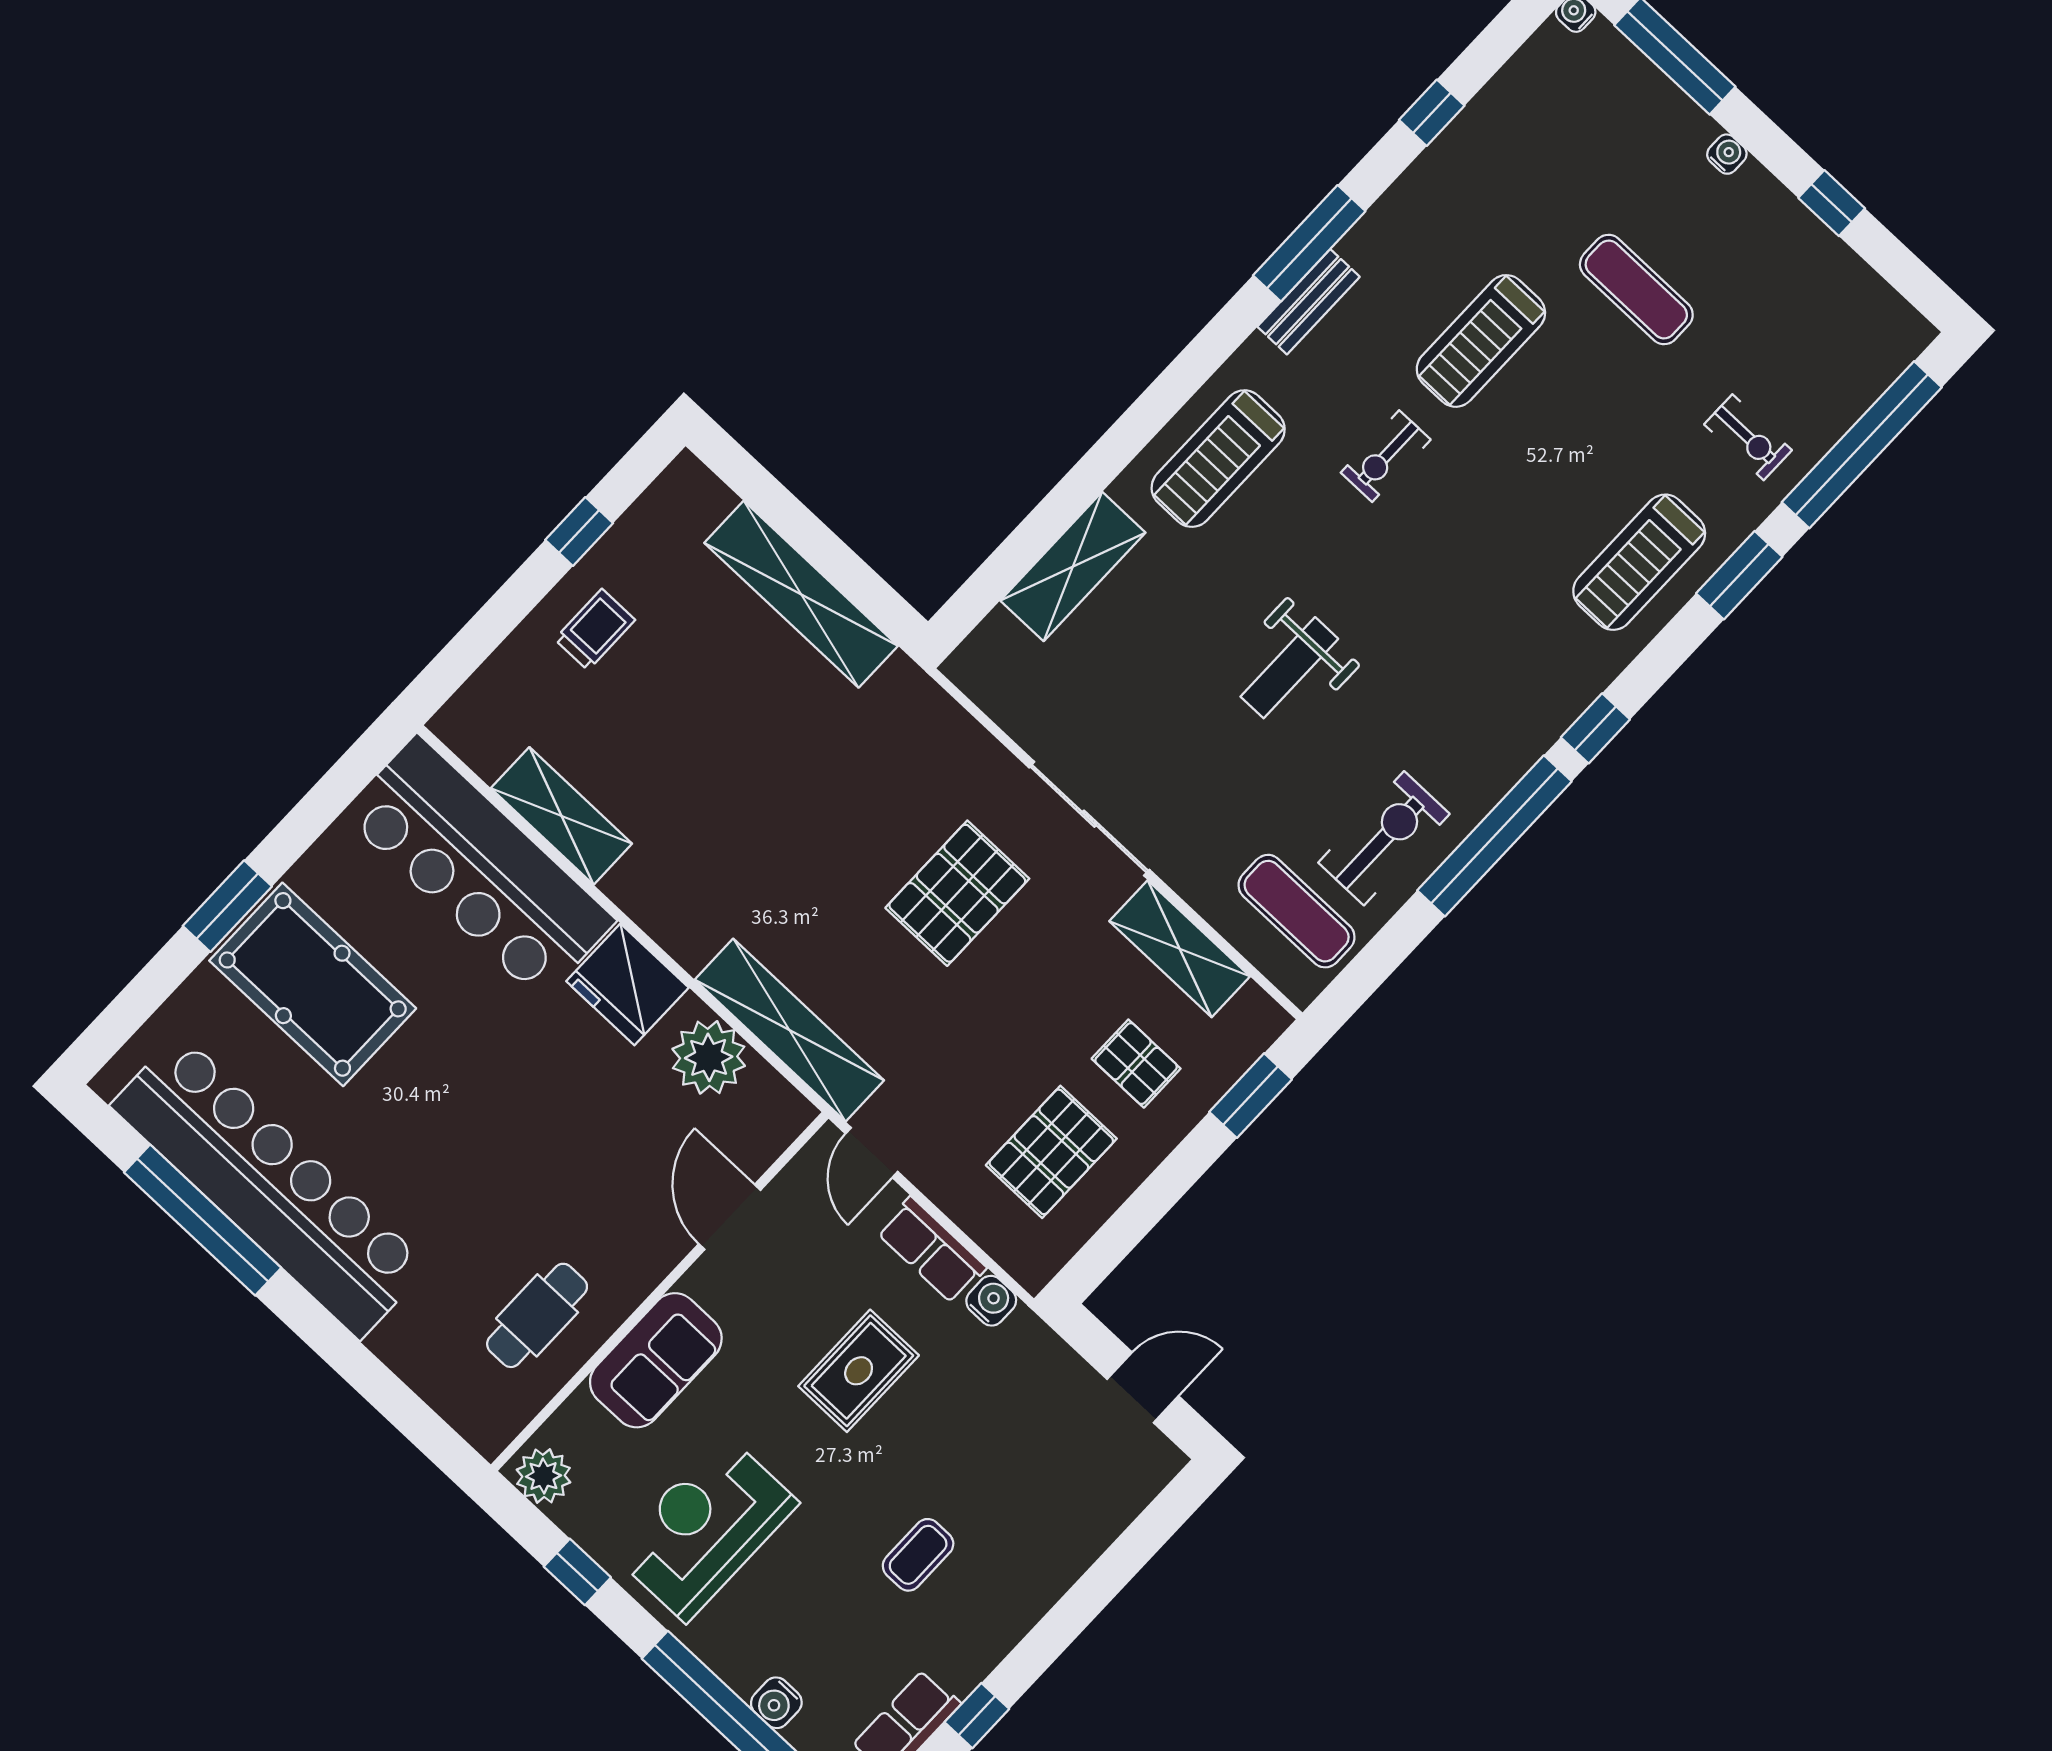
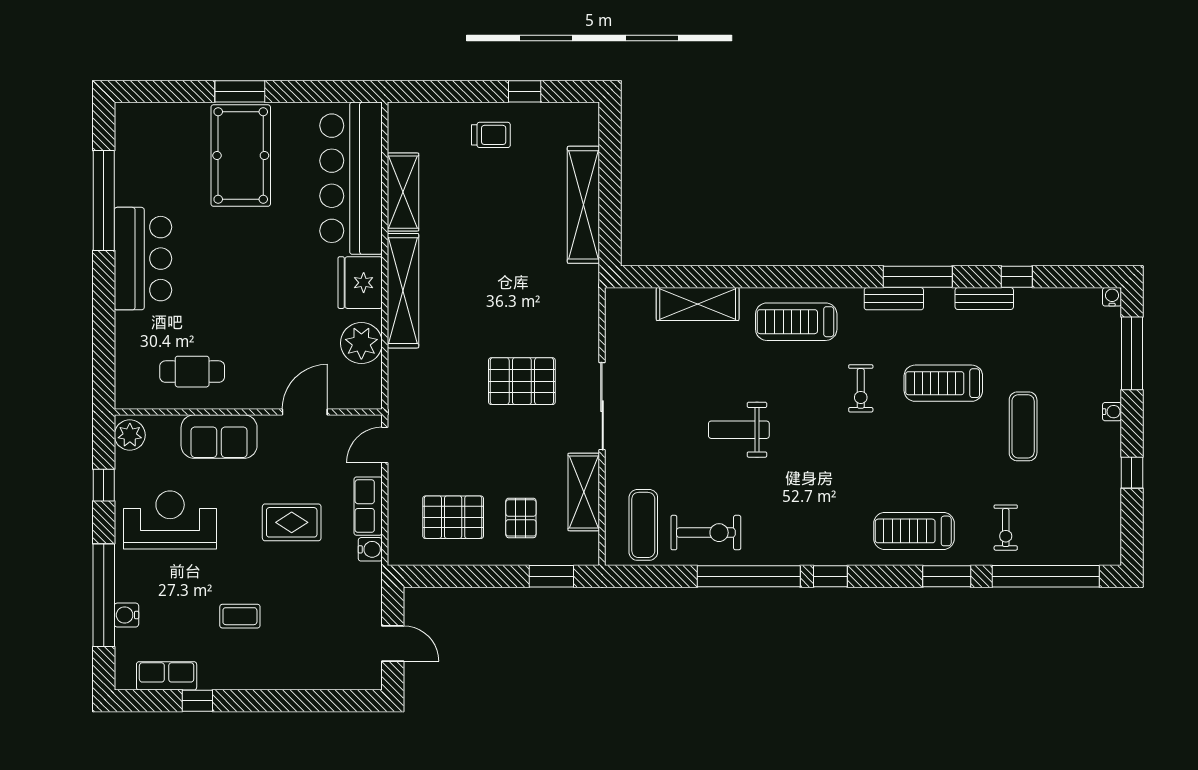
bench: (1420, 182) -> (984, 299), added
exercise bike: (1386, 456) -> (861, 388), turned -90
shelving: (789, 1030) -> (403, 291), moved
bar counter: (270, 1186) -> (143, 259), width x0.54

